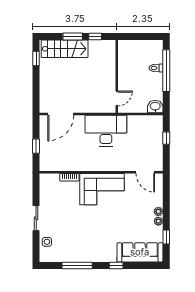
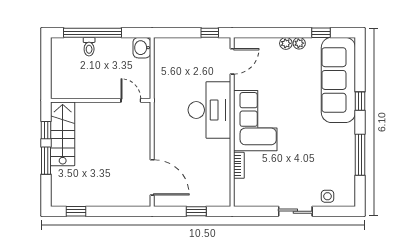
stairs: (65, 49) -> (63, 134), moved
desk: (106, 131) -> (209, 110), moved, turned 180
window: (166, 138) -> (210, 33), moved
sofa: (140, 252) -> (338, 80), width x1.36, depth x1.27

